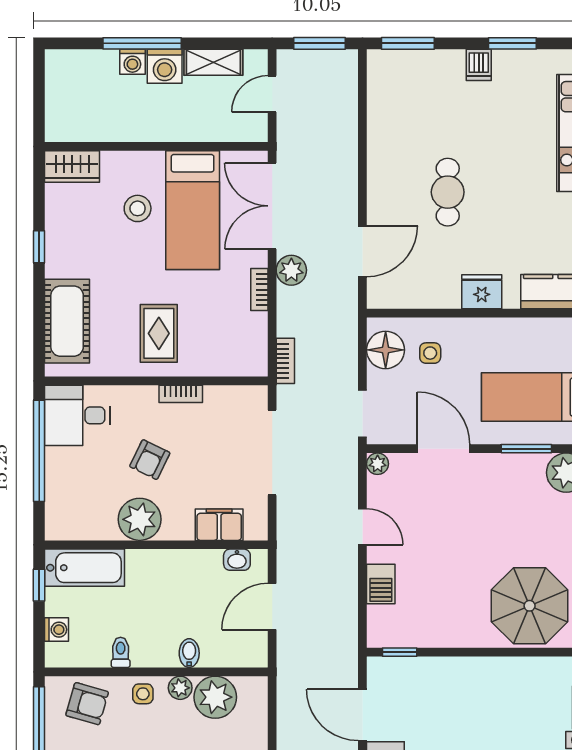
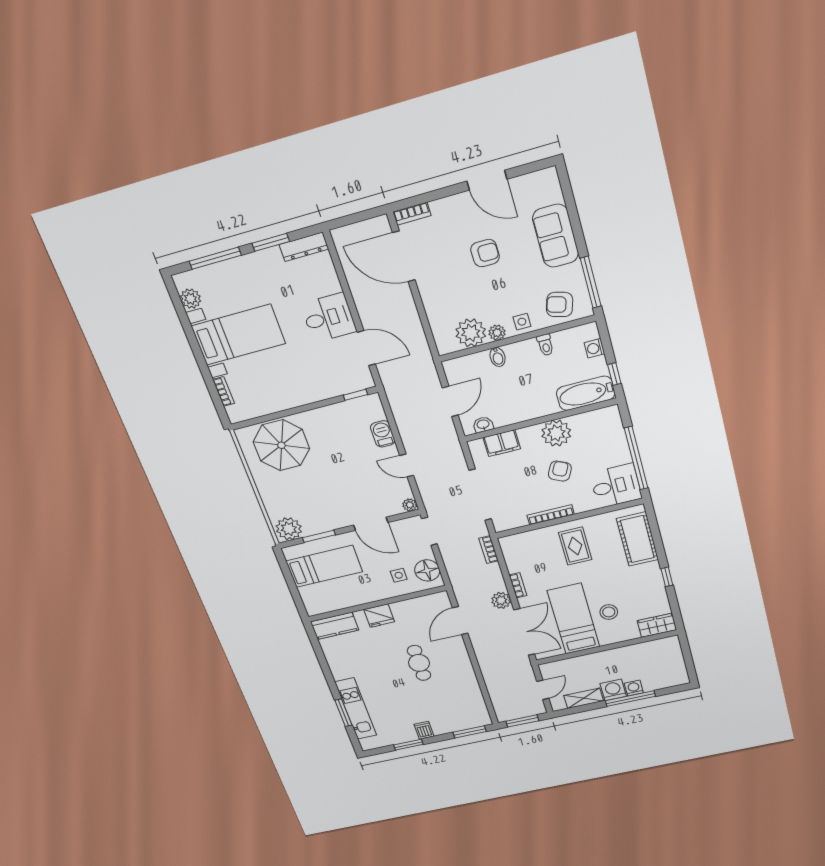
bookcase: (181, 394) -> (551, 515), width x1.56

